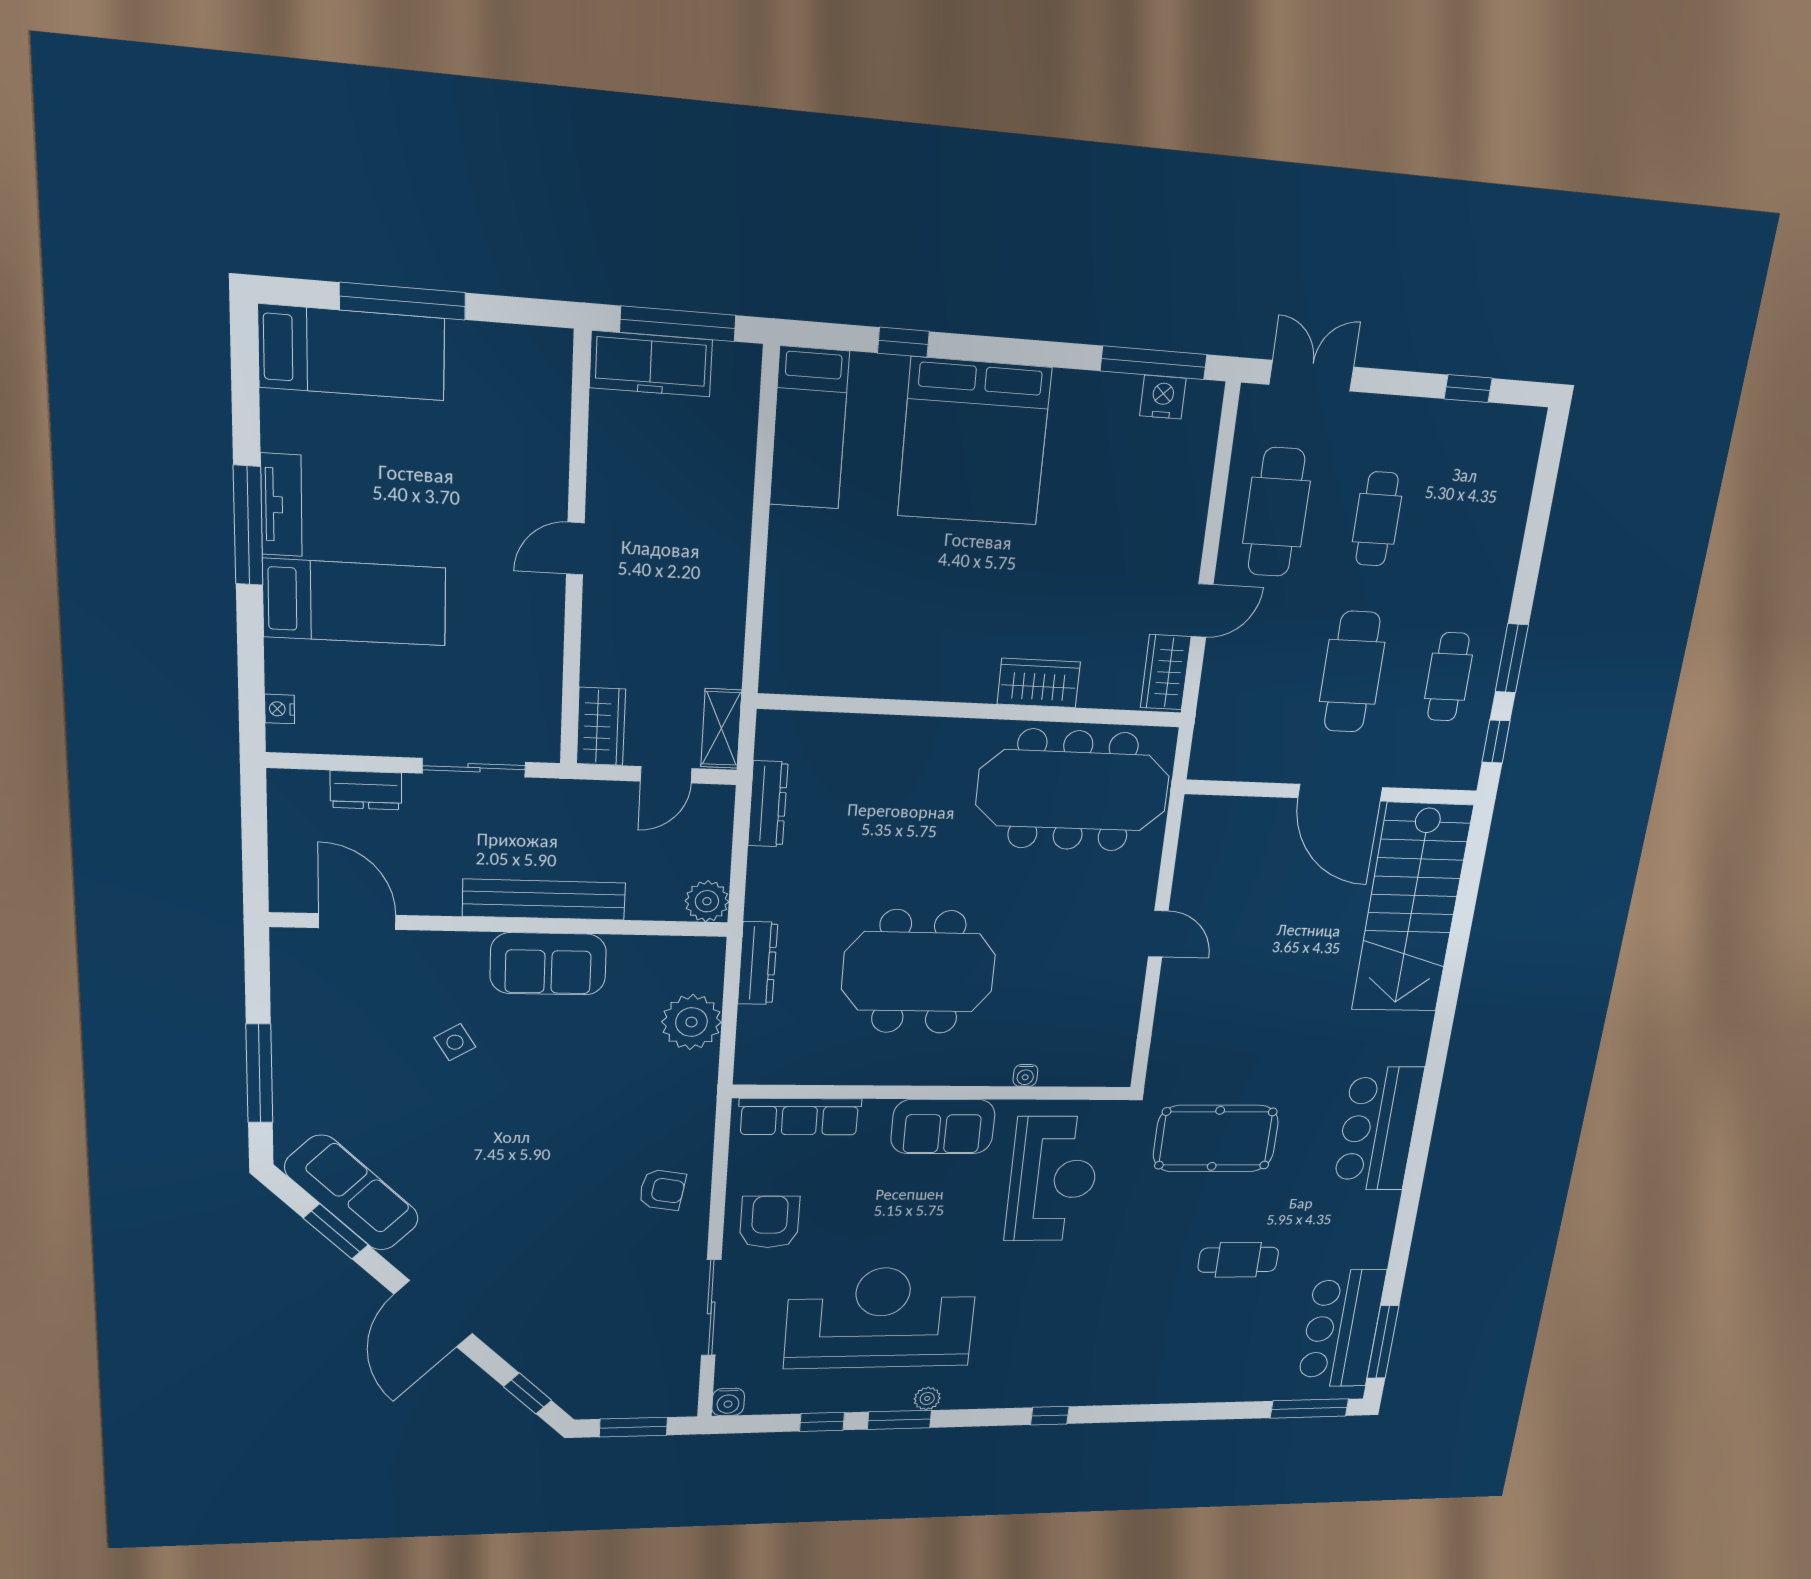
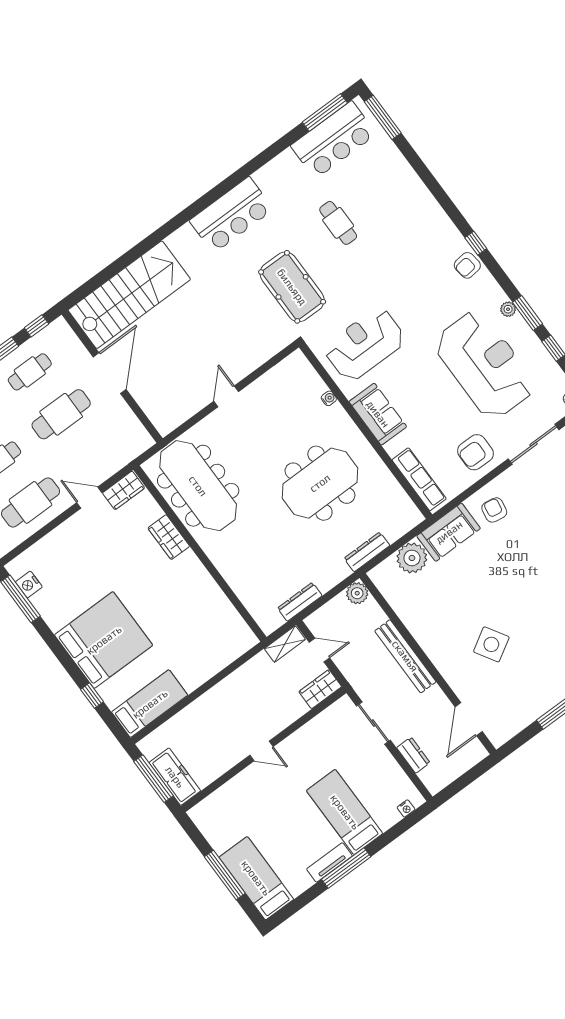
sofa: (548, 964) -> (449, 532), moved, turned 90
meeting table: (919, 972) -> (320, 483), turned 90
side table: (455, 1042) -> (491, 644), width x1.87, depth x1.87
reception desk: (881, 1318) -> (485, 365), turned 180
armchair: (1032, 1386) -> (467, 265), added

